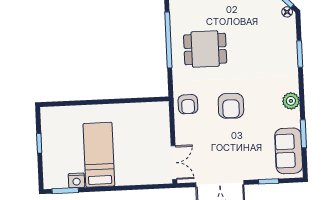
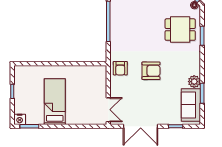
dining table: (205, 49) -> (180, 30), moved
plant: (291, 101) -> (194, 82), moved
armchair: (231, 106) -> (151, 71), turned -91
nightstand: (76, 180) -> (20, 119), moved

